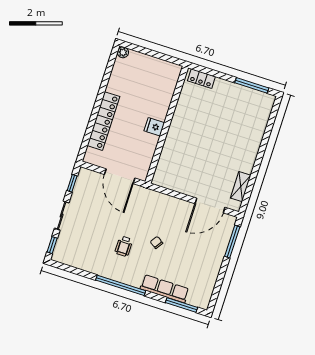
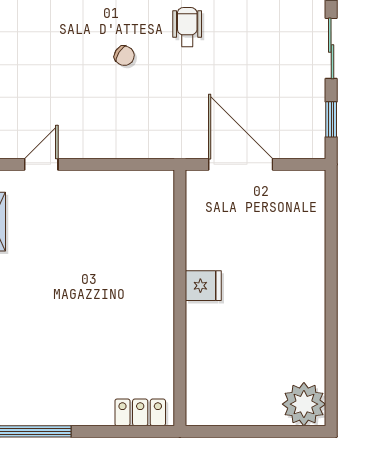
plant: (123, 52) -> (304, 404), width x1.87, depth x1.87
locker: (103, 121) -> (309, 264), removed
door: (210, 205) -> (41, 164), width x0.53

